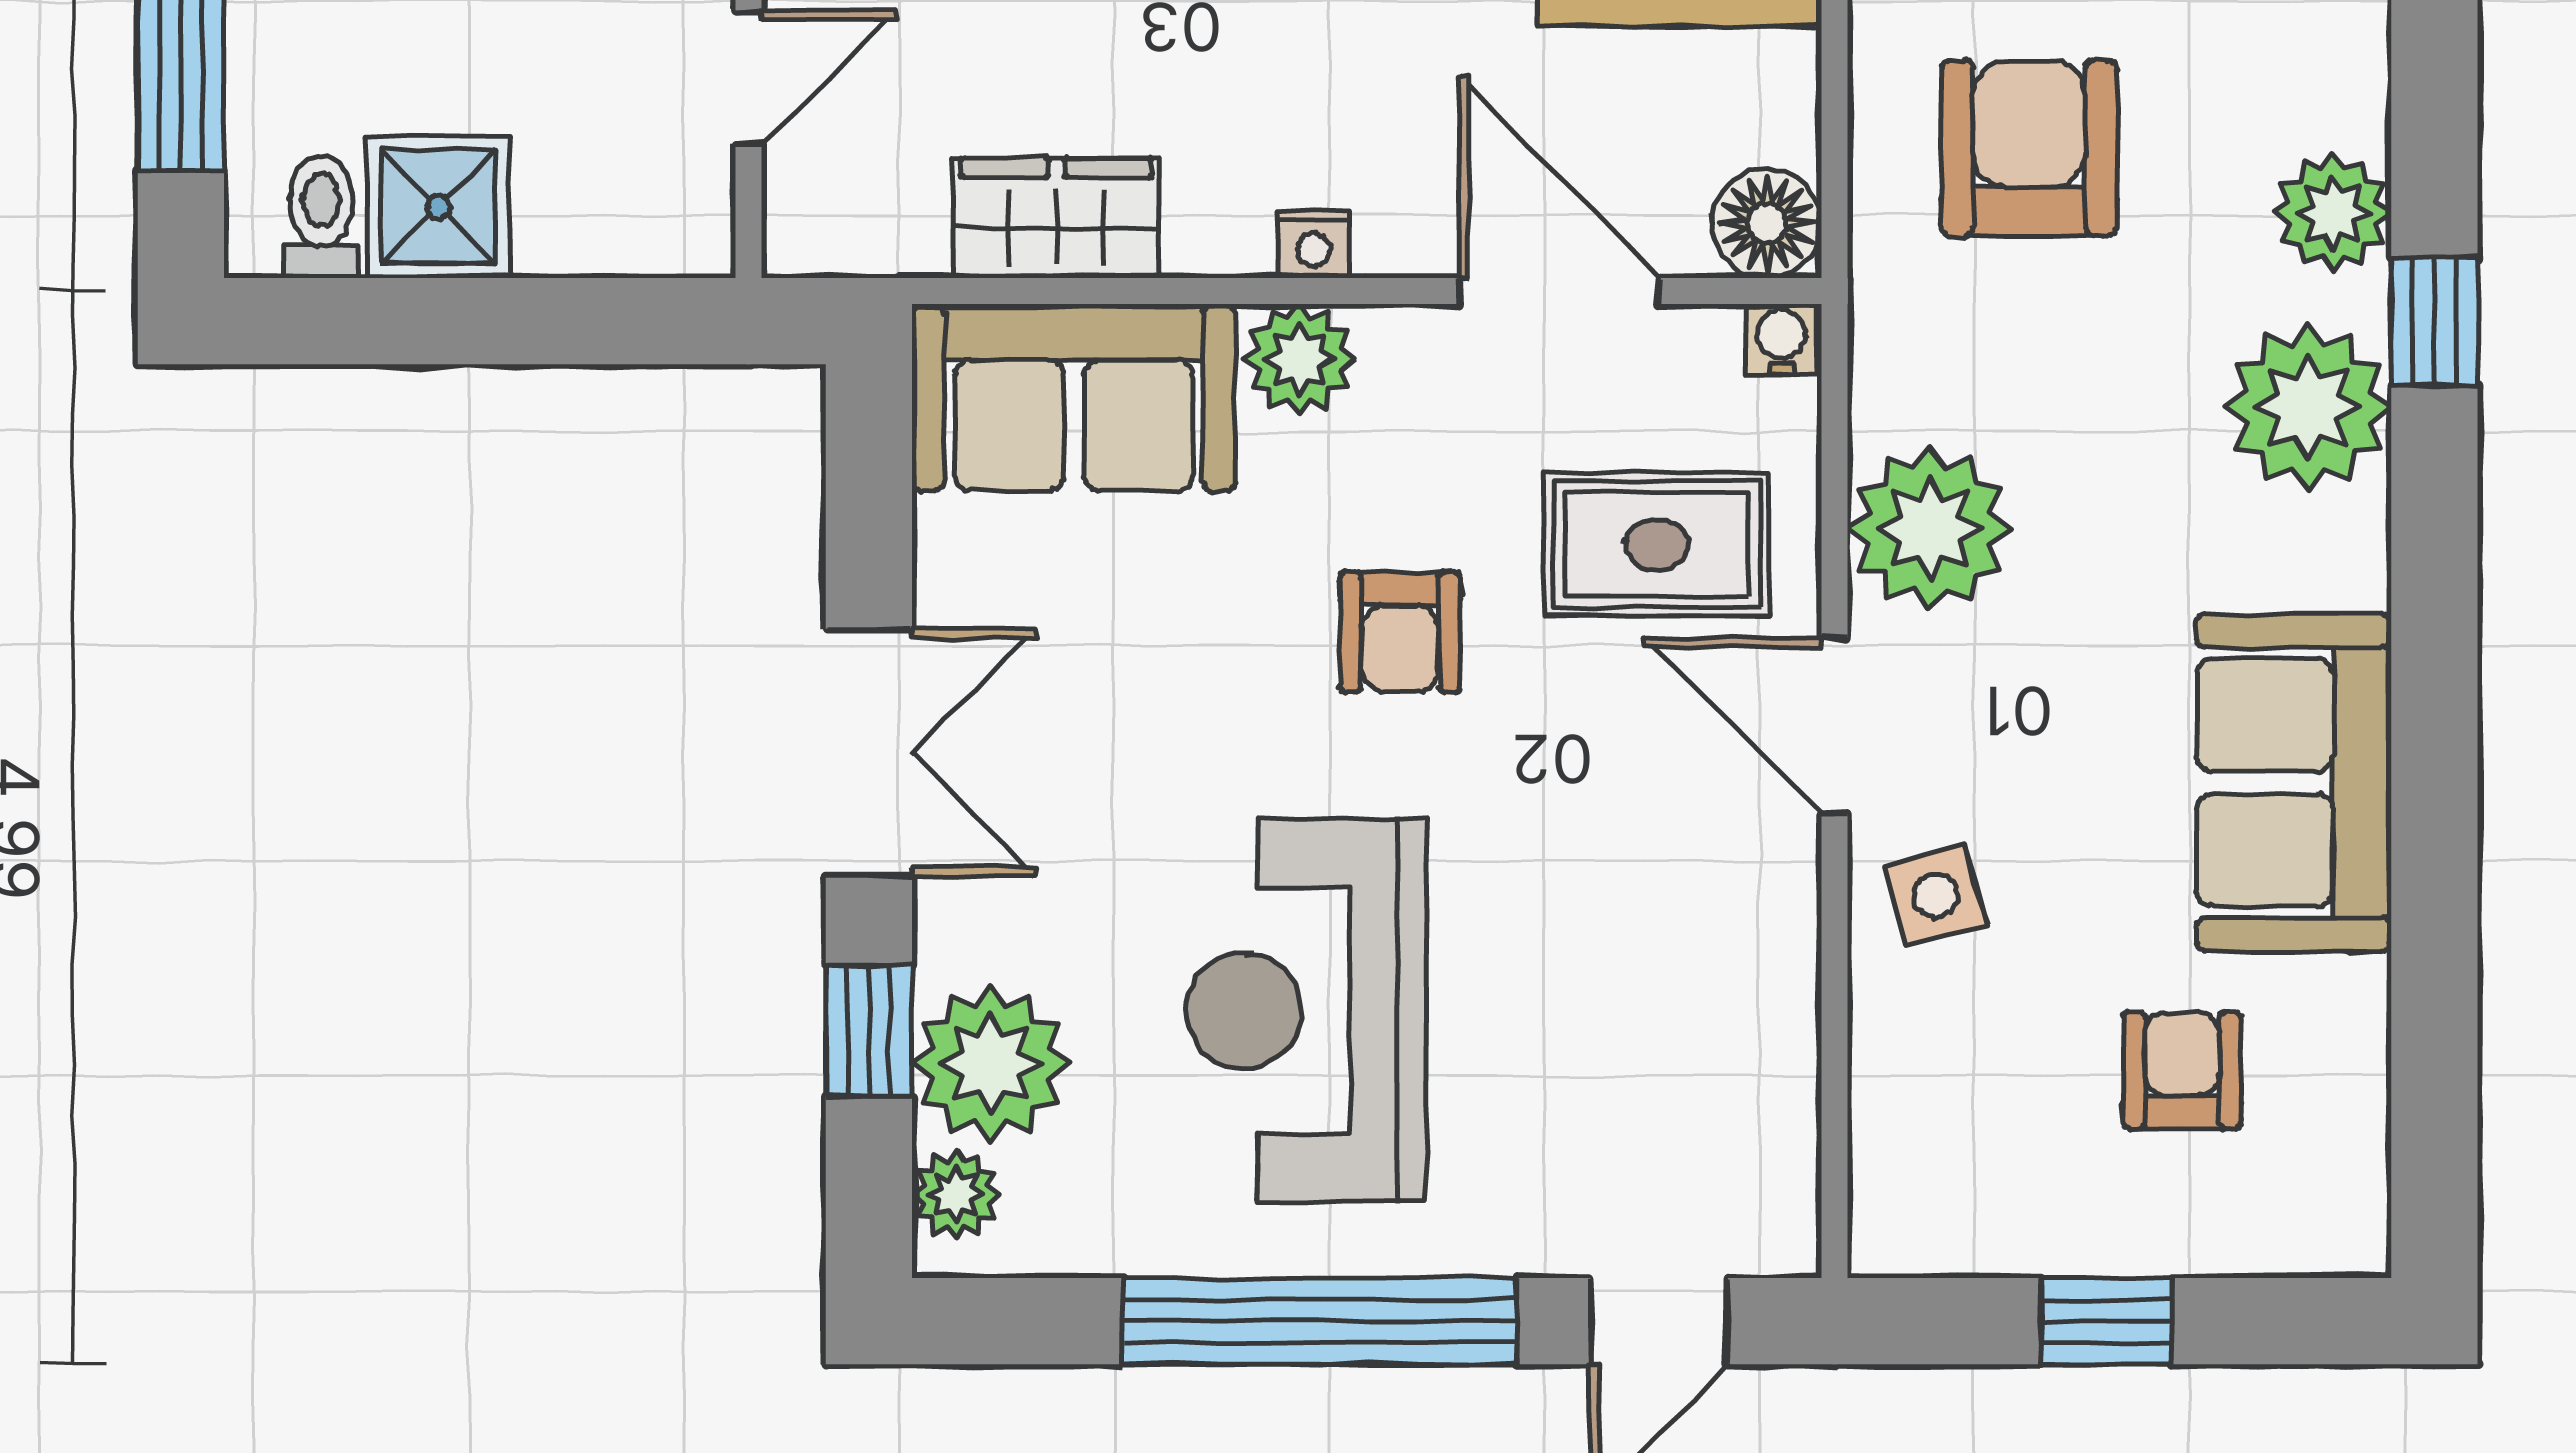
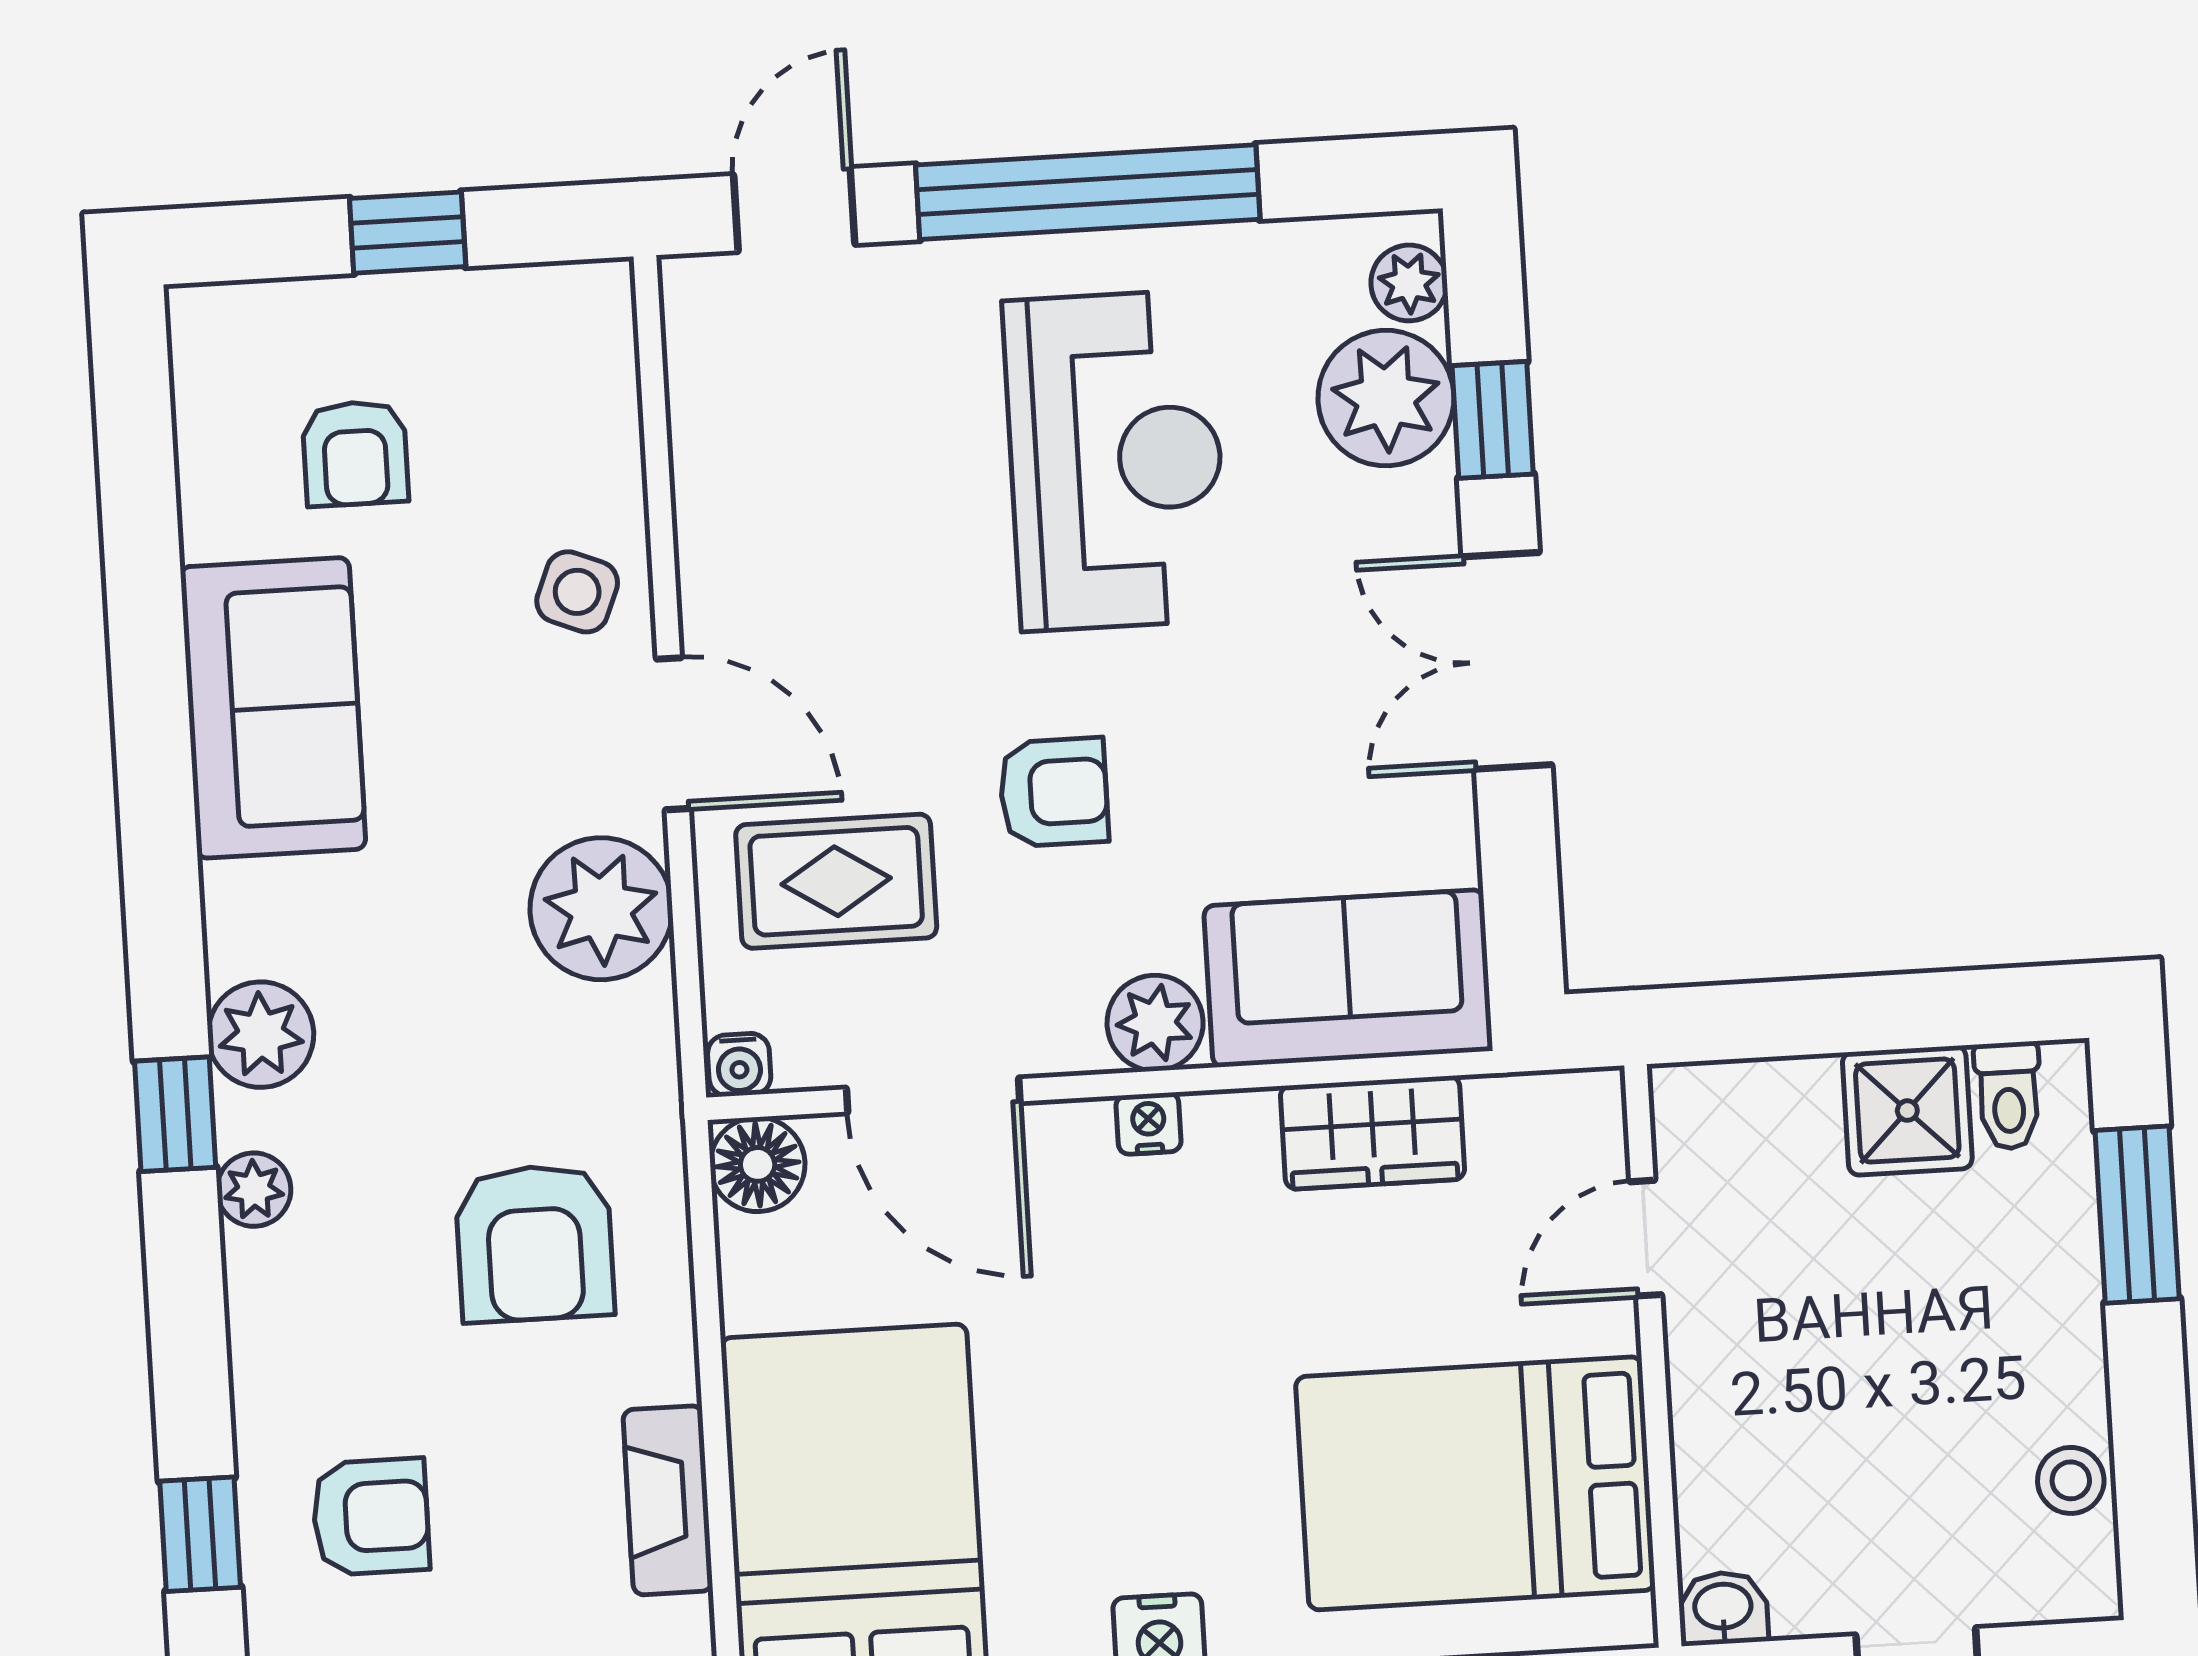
plant: (2333, 213) -> (254, 1190), width x0.73, depth x0.73
plant: (2308, 407) -> (261, 1035), width x0.73, depth x0.73
armchair: (1400, 632) -> (1054, 792), turned 90
side table: (1936, 896) -> (577, 592), turned 38

